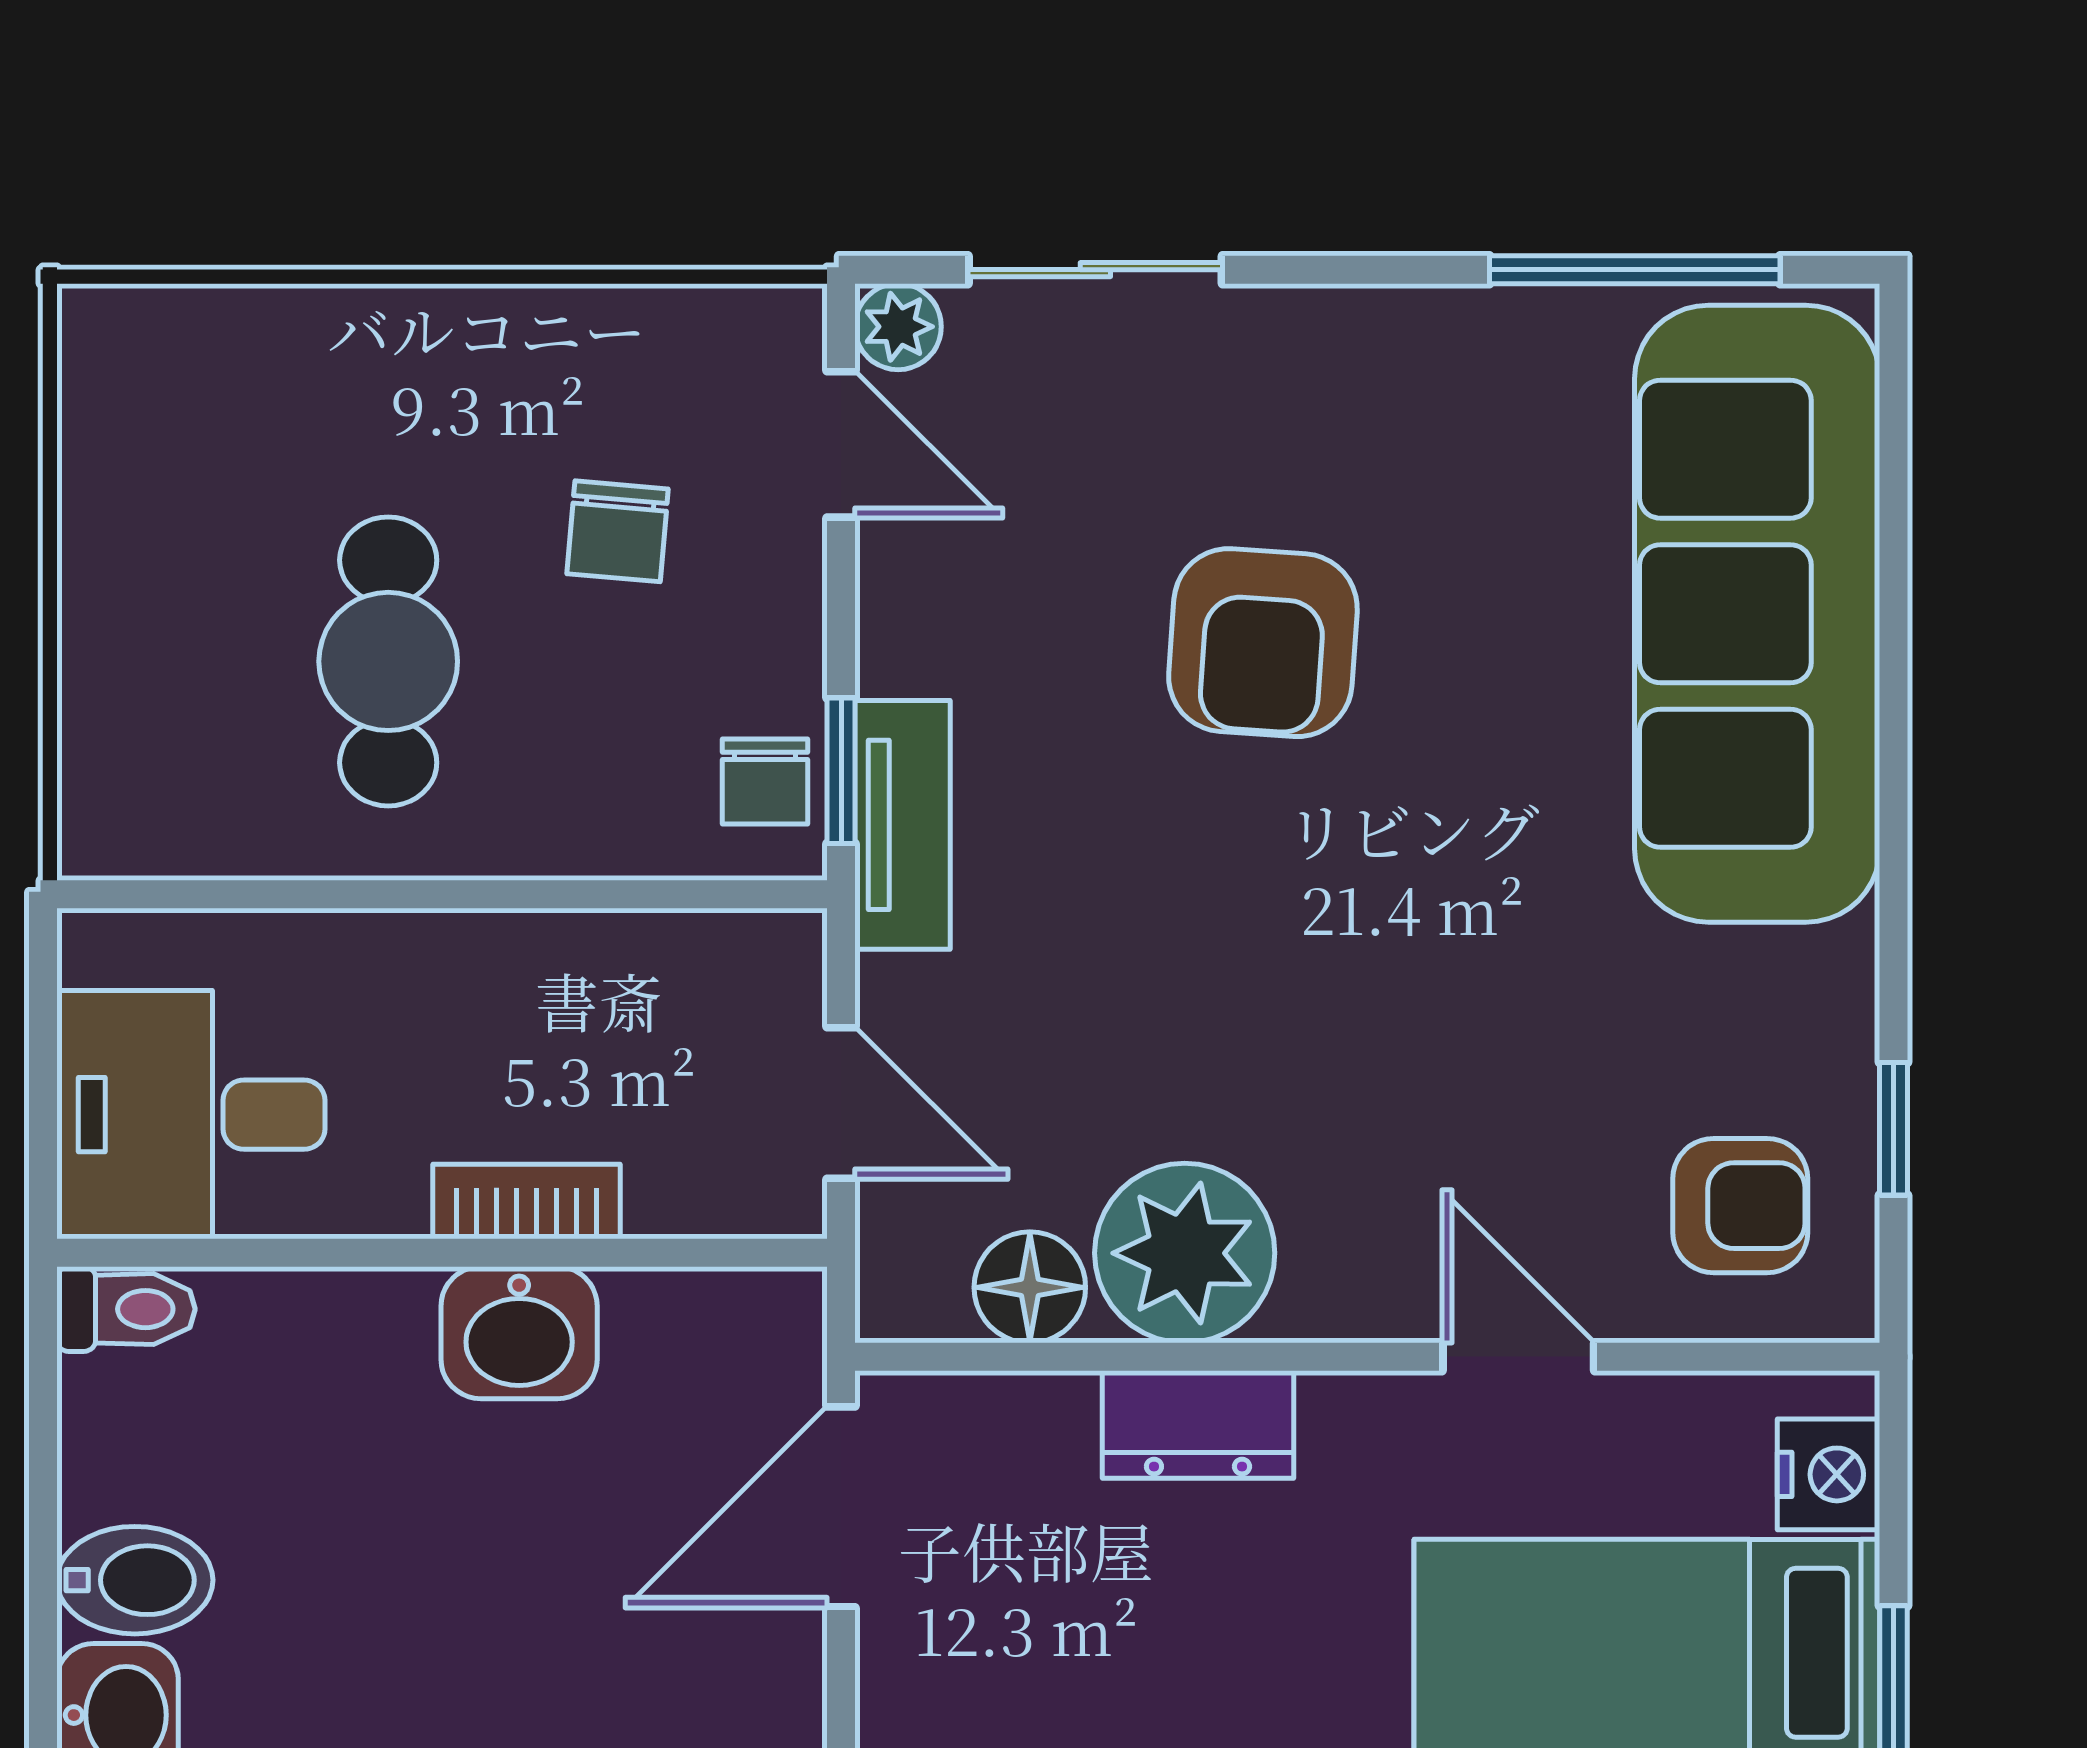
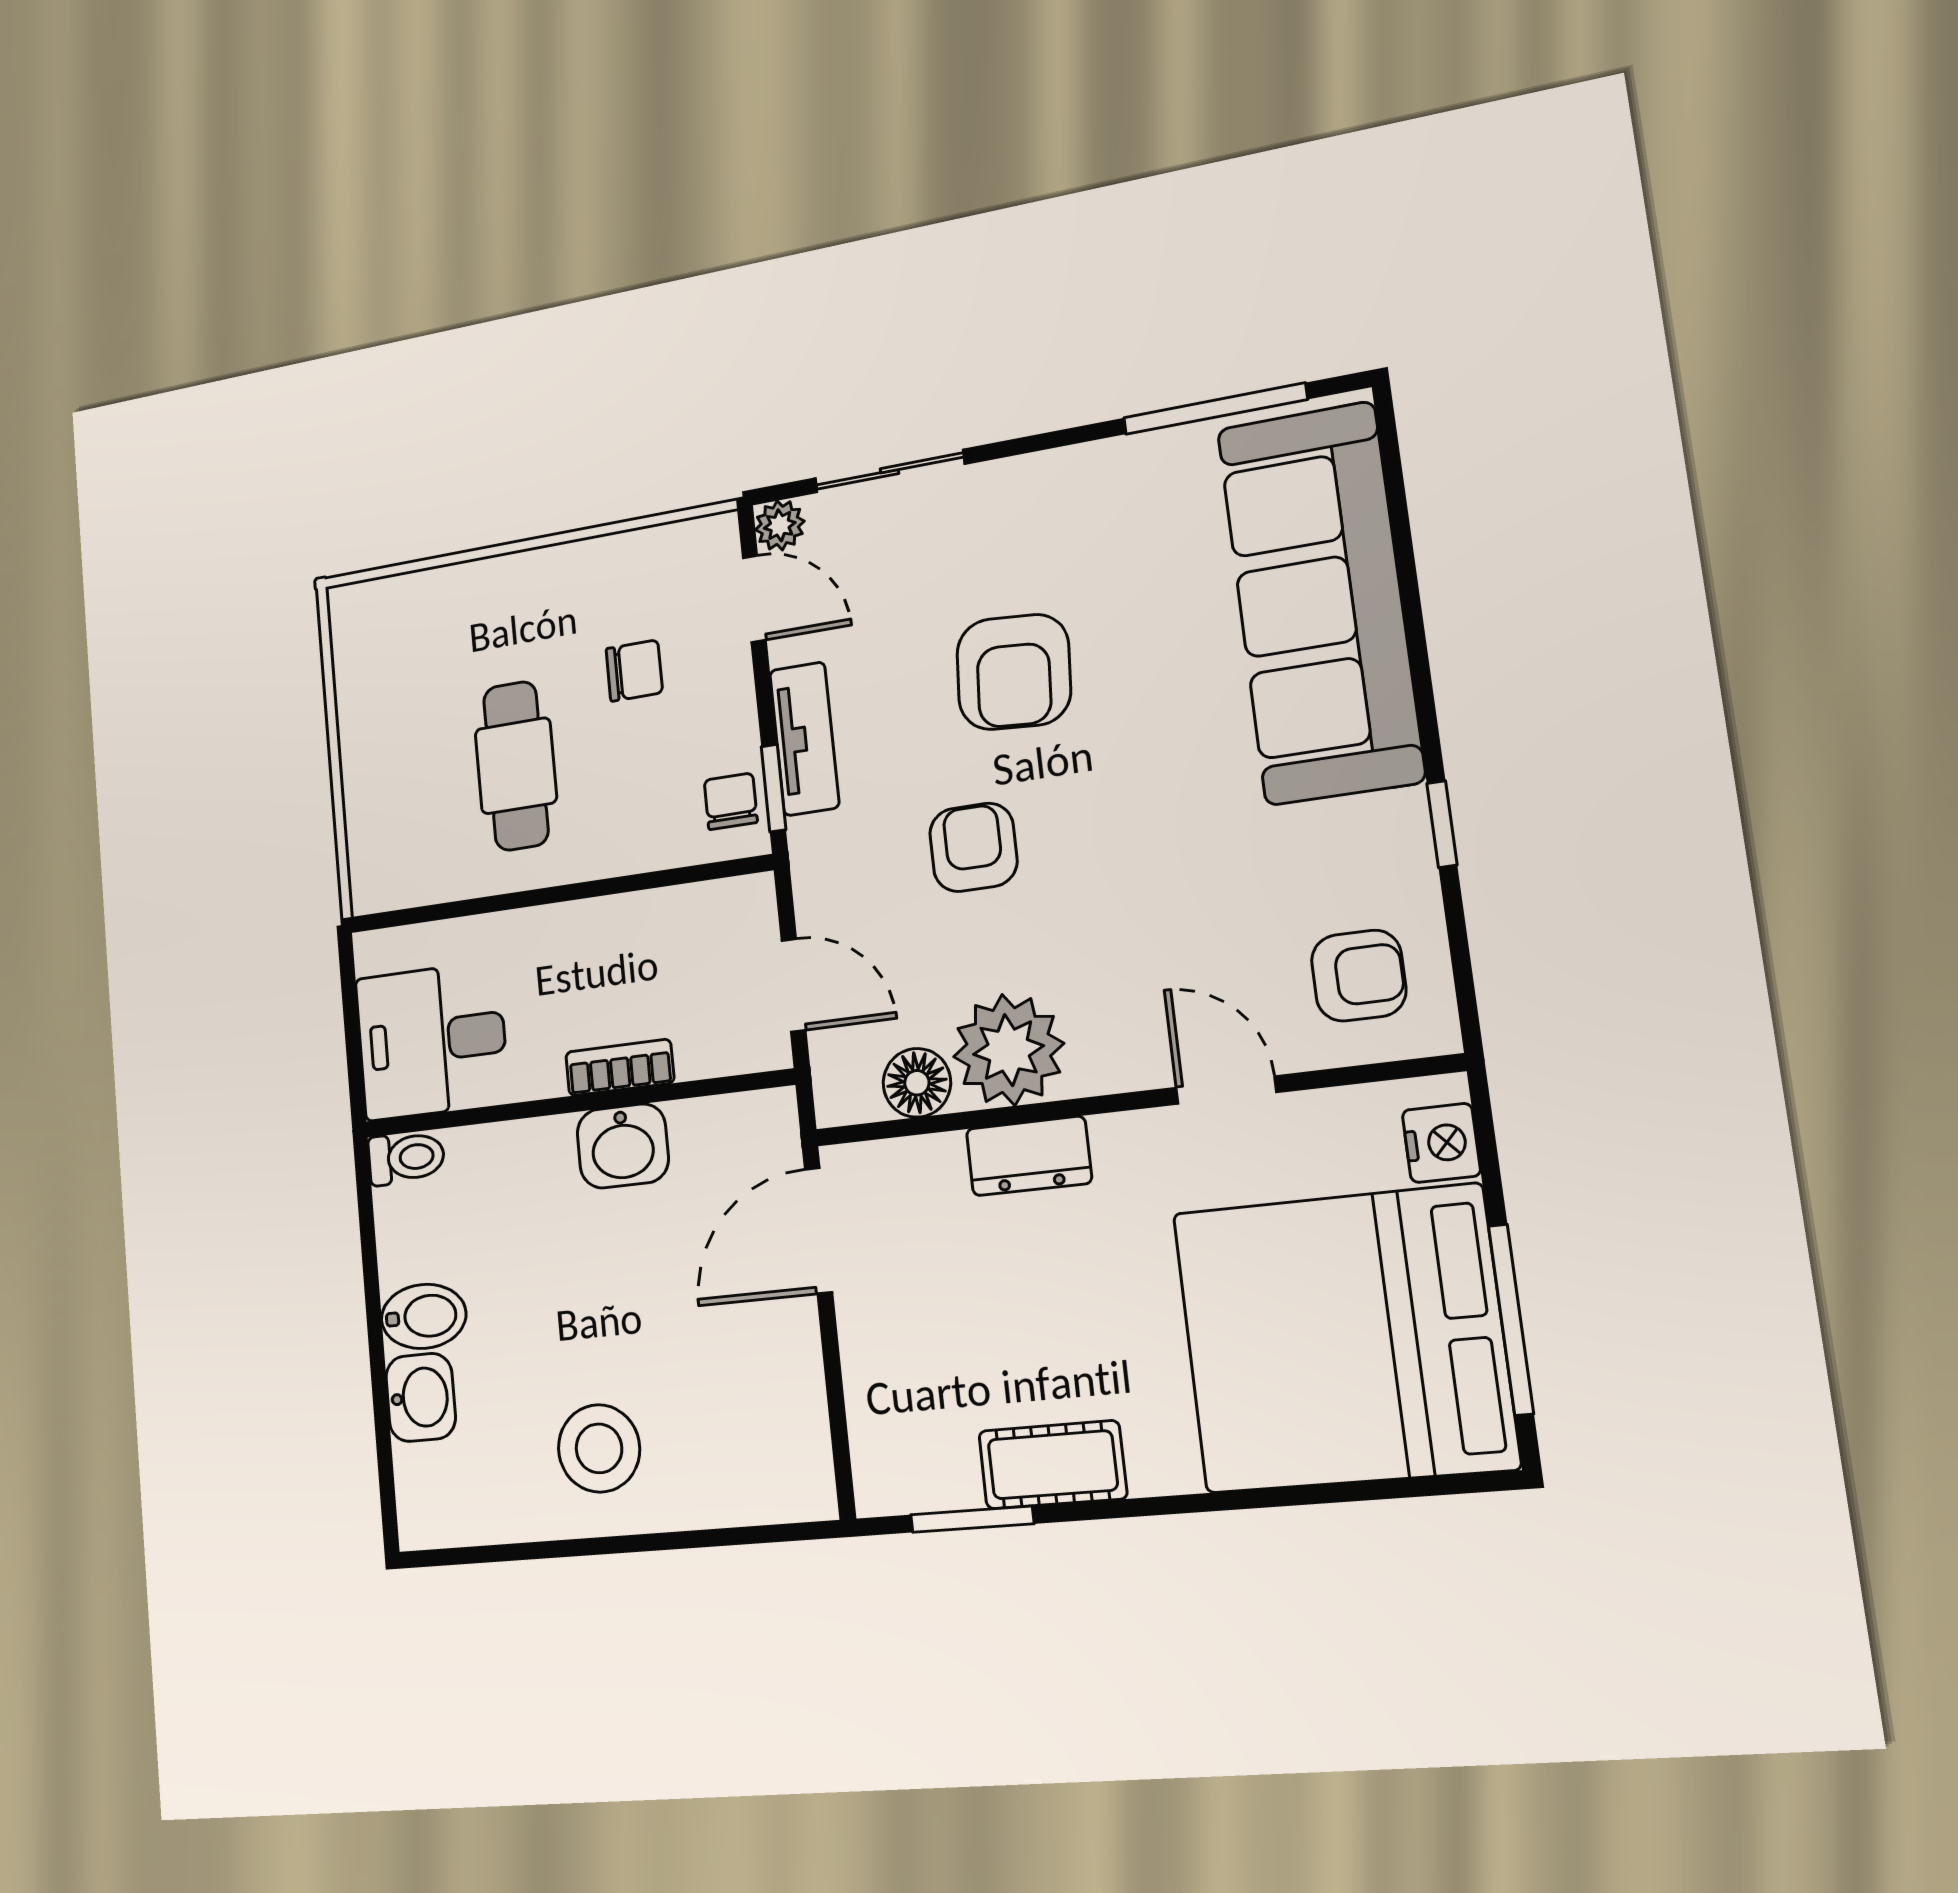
chair: (618, 531) -> (634, 671), turned -95
chair: (765, 782) -> (731, 801), turned 180
tv unit: (903, 825) -> (804, 739), moved
armchair: (1165, 919) -> (973, 847), added
window: (1894, 1129) -> (1442, 824), moved

